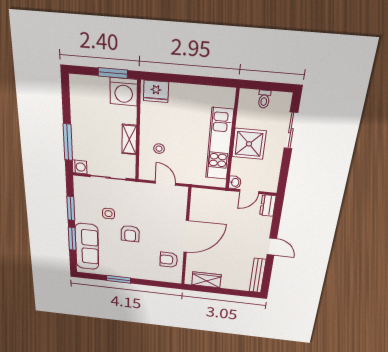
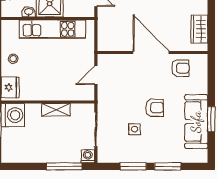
stool: (159, 149) -> (13, 59), moved
washbasin: (235, 182) -> (29, 12), moved
sofa: (87, 247) -> (196, 122), moved, turned -90
armchair: (169, 260) -> (180, 68), turned -90

